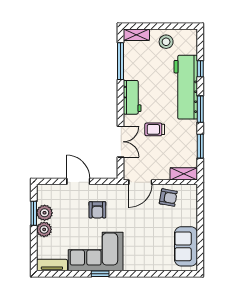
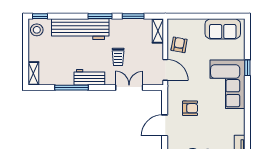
stool: (166, 42) -> (37, 30), moved
window: (121, 61) -> (72, 88), moved
window: (200, 69) -> (40, 16), moved
corner sofa: (96, 252) -> (227, 84), moved
window: (100, 274) -> (247, 68), moved

